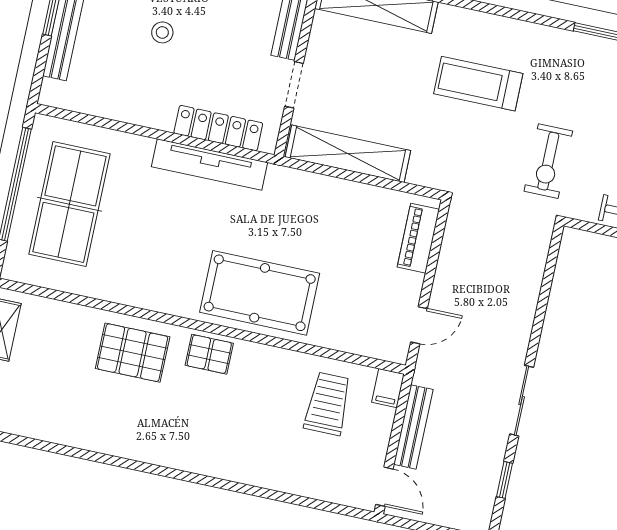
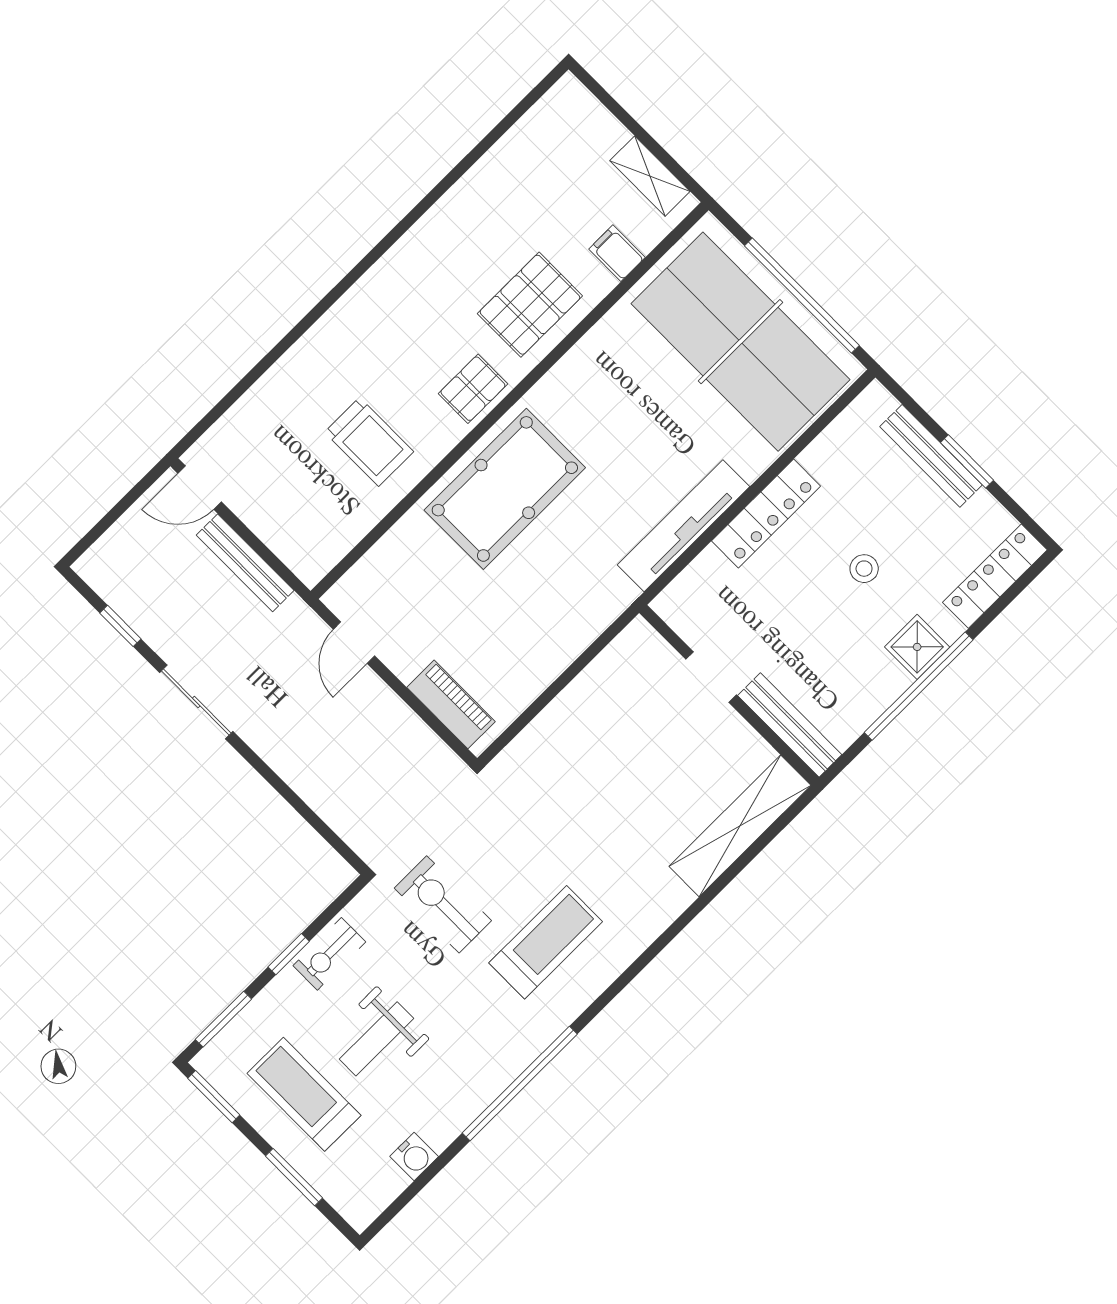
treadmill: (478, 84) -> (546, 942), moved
locker: (218, 128) -> (766, 513), moved
shelving: (348, 154) -> (596, 687), removed
table tennis table: (69, 204) -> (740, 342), width x1.36, depth x1.32
filing cabinet: (388, 388) -> (617, 253), moved
trolley: (328, 404) -> (369, 442), moved

